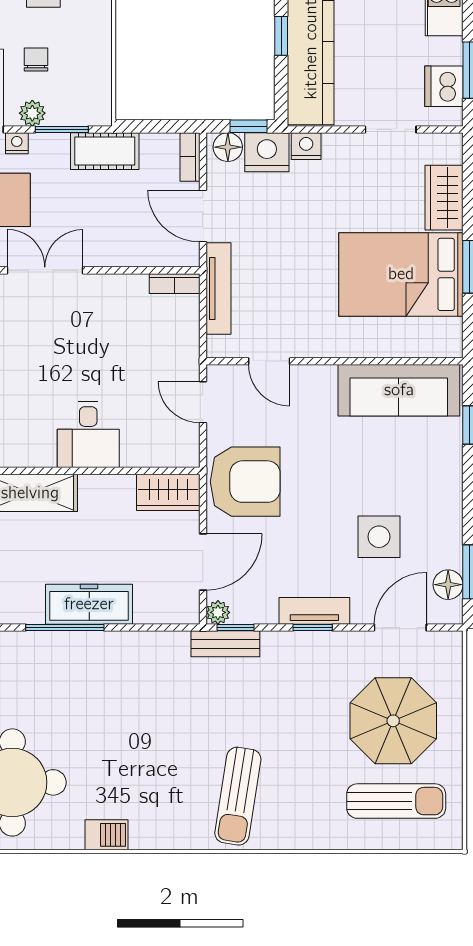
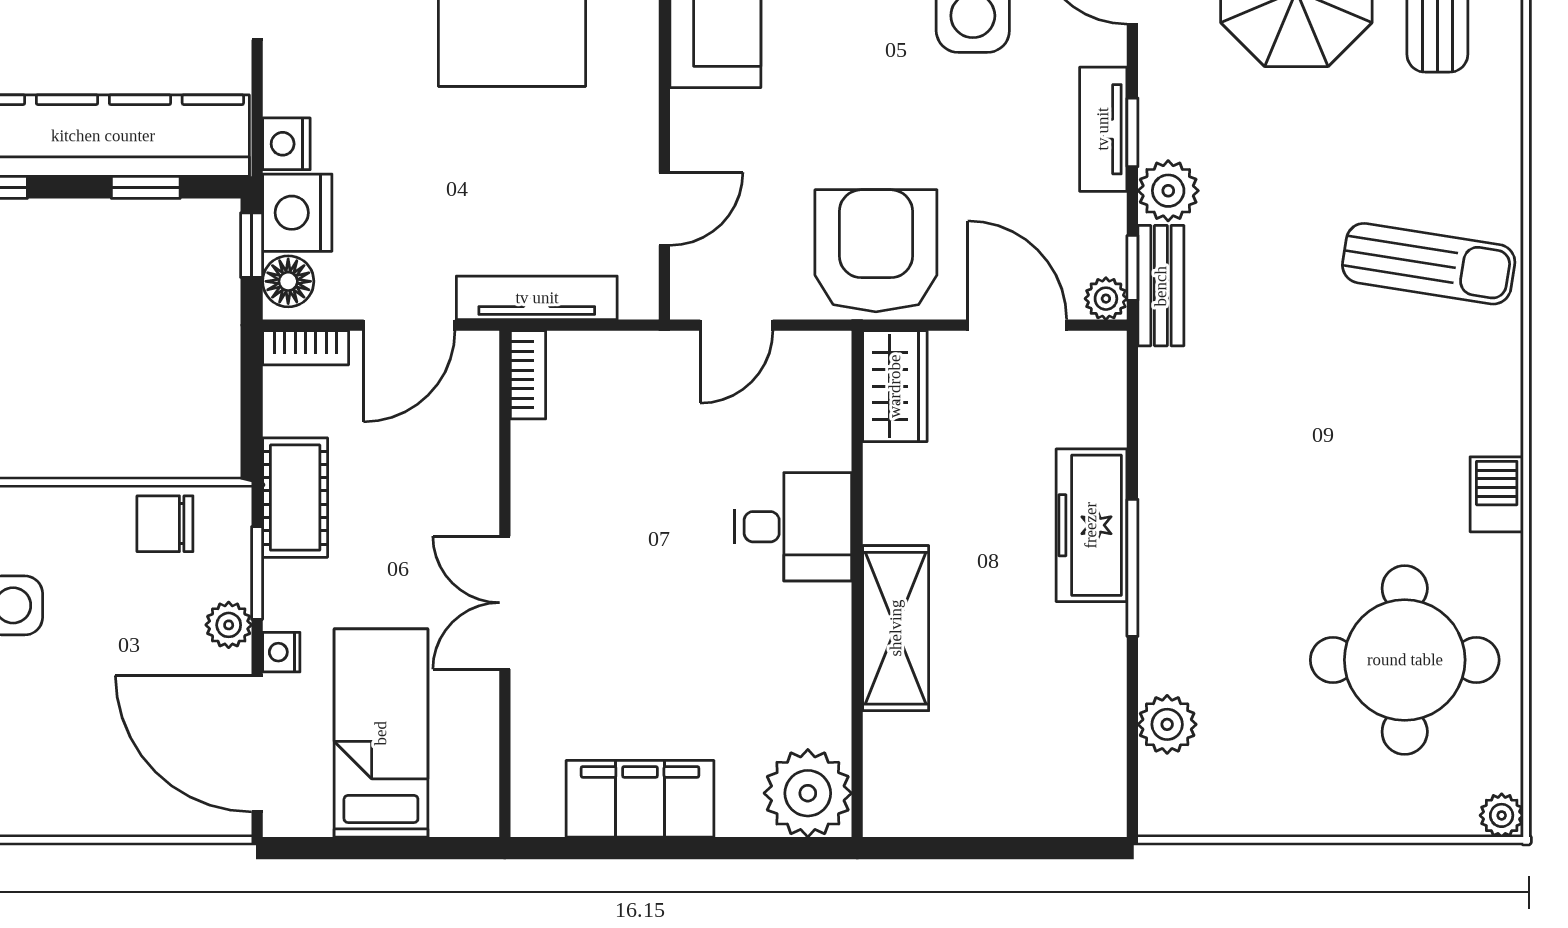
window: (281, 36) -> (146, 187), moved
chair: (36, 60) -> (165, 524), moved, width x1.37, depth x1.37
plant: (279, 648) -> (1168, 191), added

